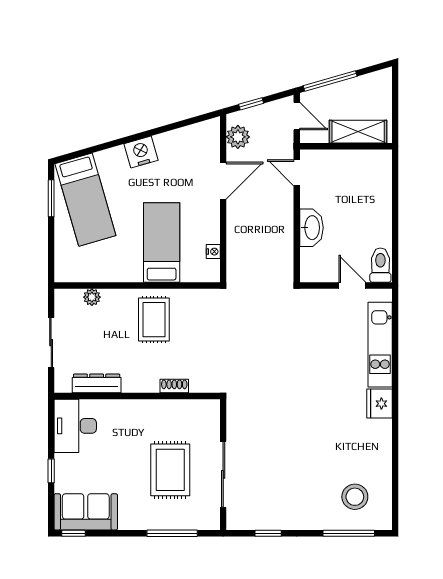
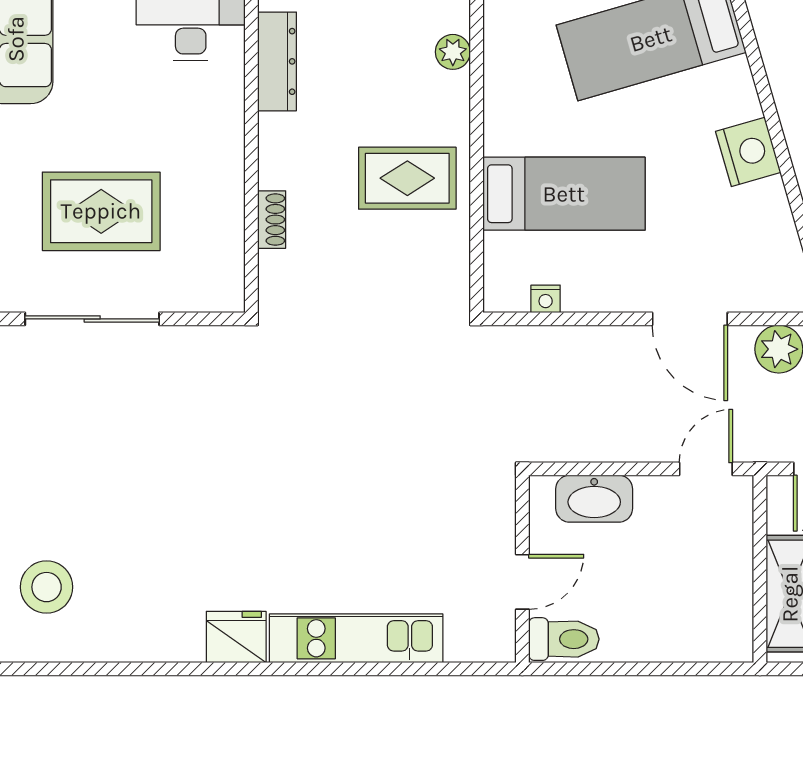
toilet: (380, 265) -> (564, 639), moved
wall: (346, 285) -> (522, 569), moved
door: (352, 285) -> (522, 582), moved

